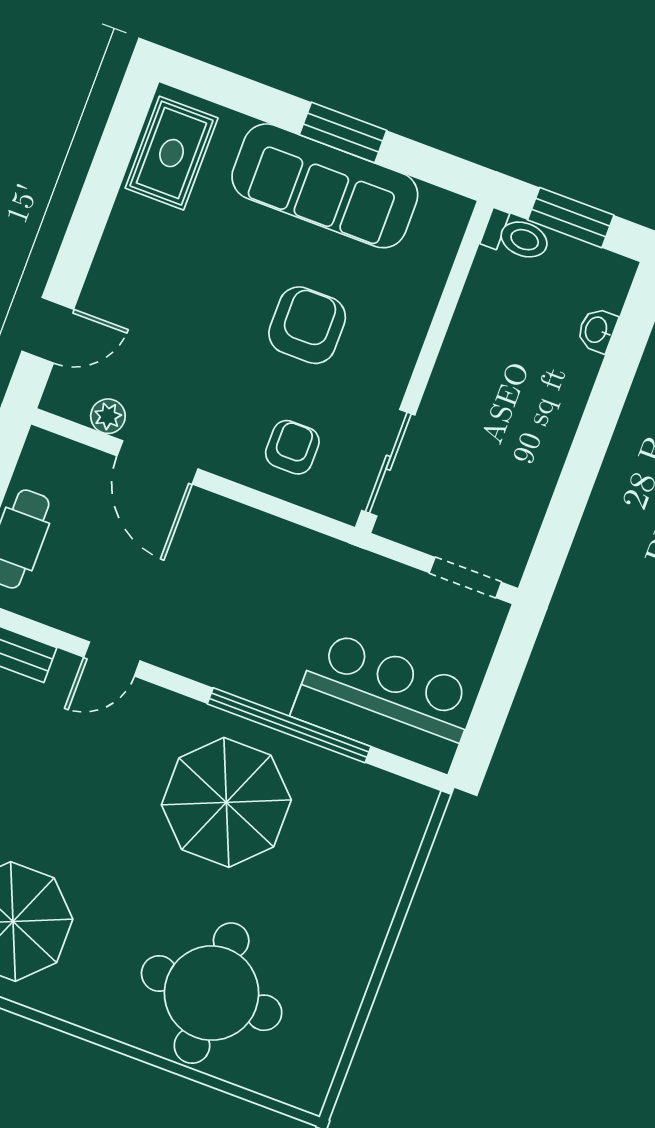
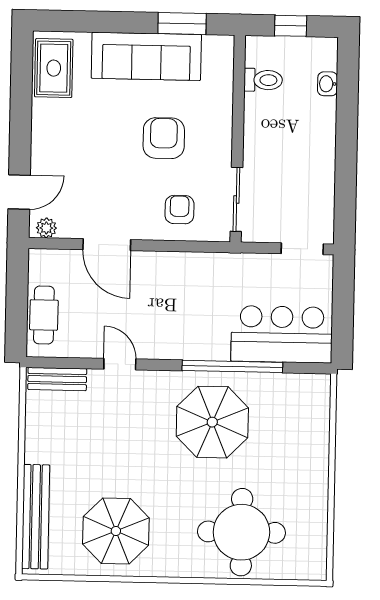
window: (343, 132) -> (182, 24), moved
window: (571, 218) -> (291, 26), width x0.67
toilet: (516, 237) -> (263, 80), moved
plant: (108, 416) -> (46, 228), moved
door: (112, 659) -> (120, 364), swing flipped

